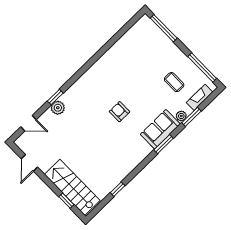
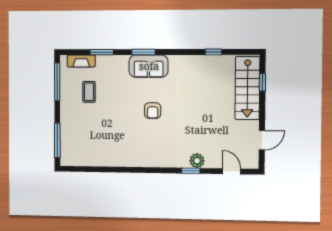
plant: (181, 116) -> (109, 60), removed
sofa: (160, 129) -> (149, 66), moved

